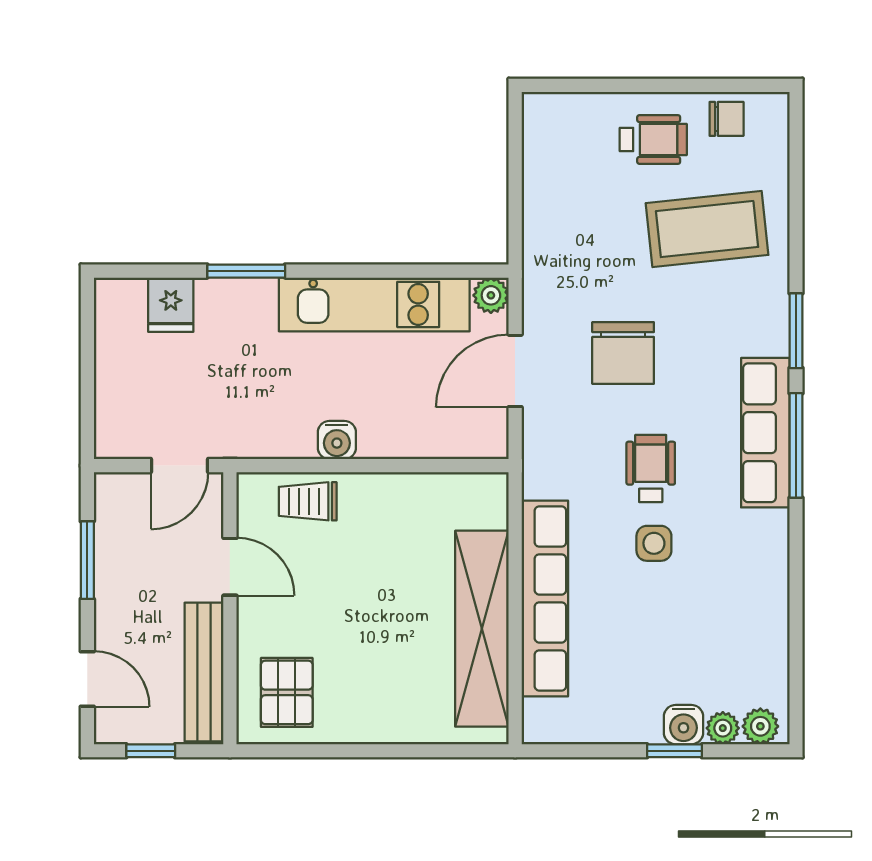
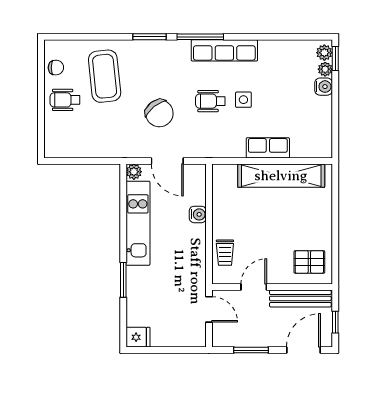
chair: (727, 119) -> (56, 68), turned 90
wheelchair: (653, 139) -> (65, 100), turned -90
fridge: (171, 305) -> (138, 337), moved
chair: (623, 353) -> (159, 113), turned 51
row of seats: (765, 433) -> (224, 50), moved
water cooler: (337, 440) -> (198, 214), moved
row of seats: (545, 598) -> (268, 148), width x0.50
door: (87, 679) -> (303, 350), width x1.38
window: (674, 751) -> (335, 58), moved

